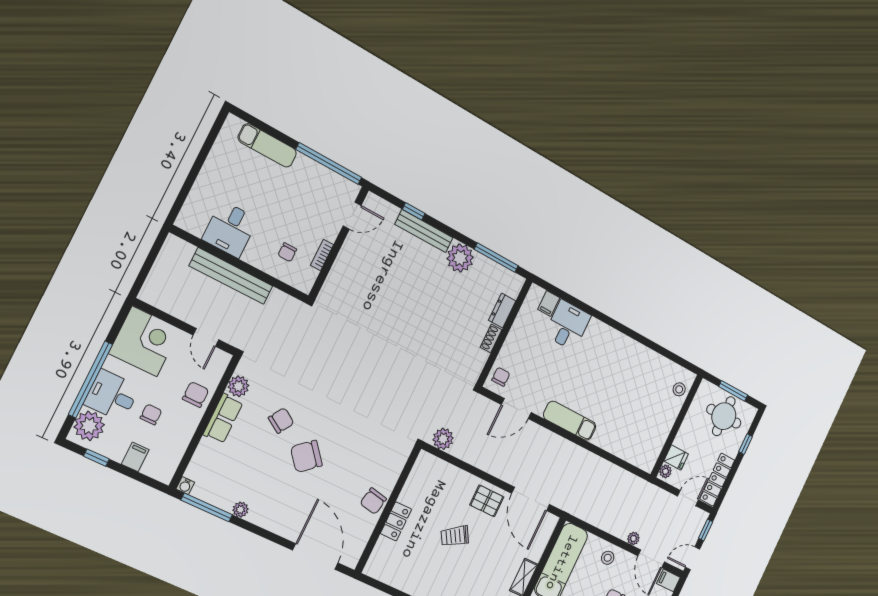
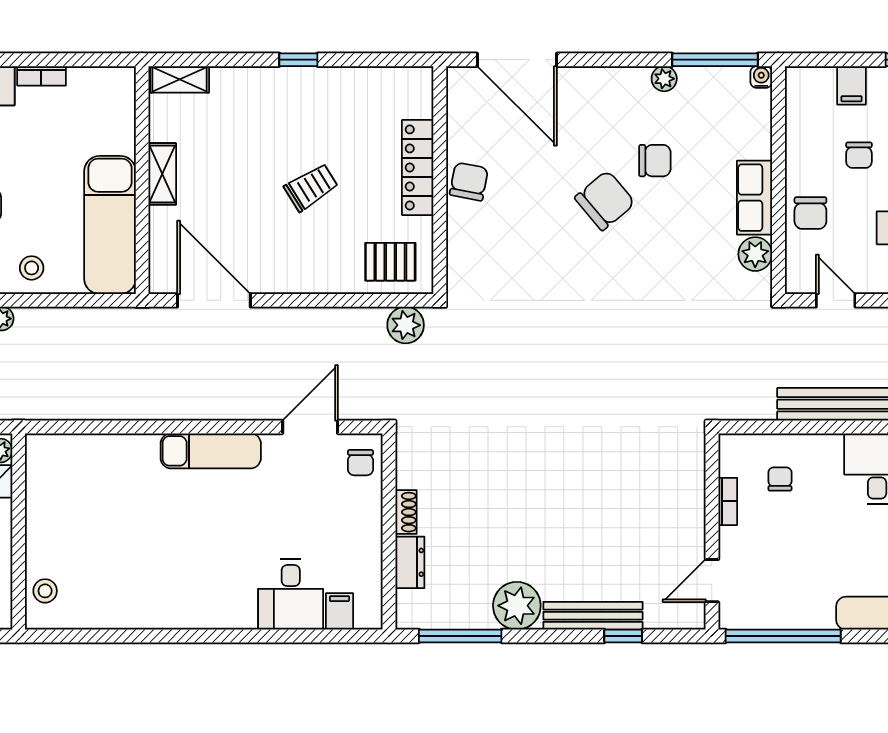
chair: (281, 420) -> (655, 161), moved, turned -122
pallet: (487, 501) -> (390, 262), moved
locker: (396, 521) -> (418, 167), width x1.53

